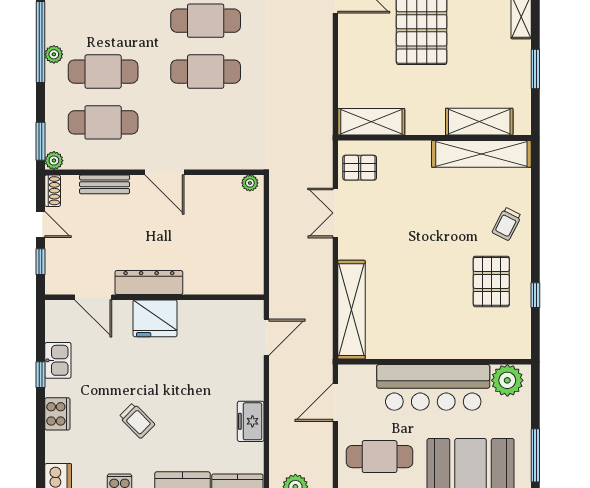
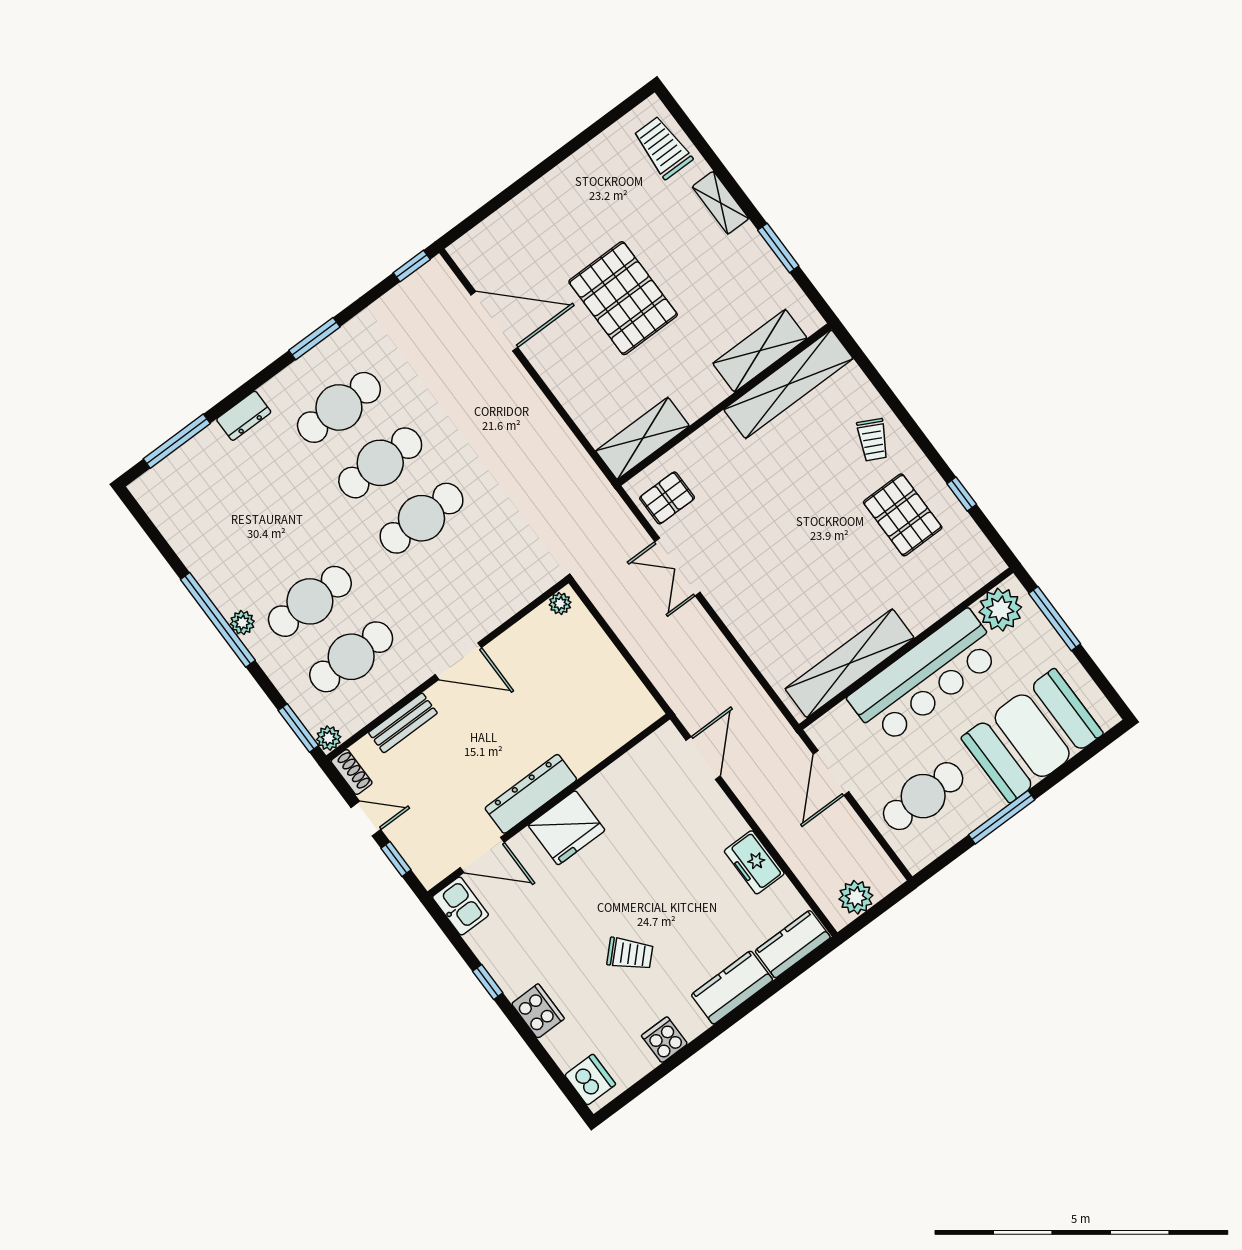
shelving: (351, 310) -> (850, 663), moved, turned 90
kitchen sink: (58, 360) -> (460, 906), moved
window: (535, 455) -> (1055, 619), moved

